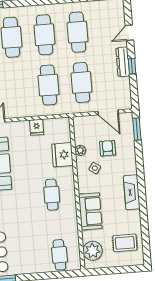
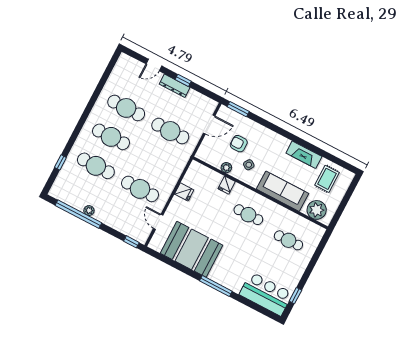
door: (129, 33) -> (154, 65), hinge flipped
cafe table: (48, 85) -> (140, 189), moved
fridge: (62, 155) -> (227, 185), width x0.53, depth x0.75
fireplace: (132, 192) -> (304, 155), moved
sofa: (90, 211) -> (283, 191), width x1.36
cafe table: (59, 255) -> (288, 240), moved

